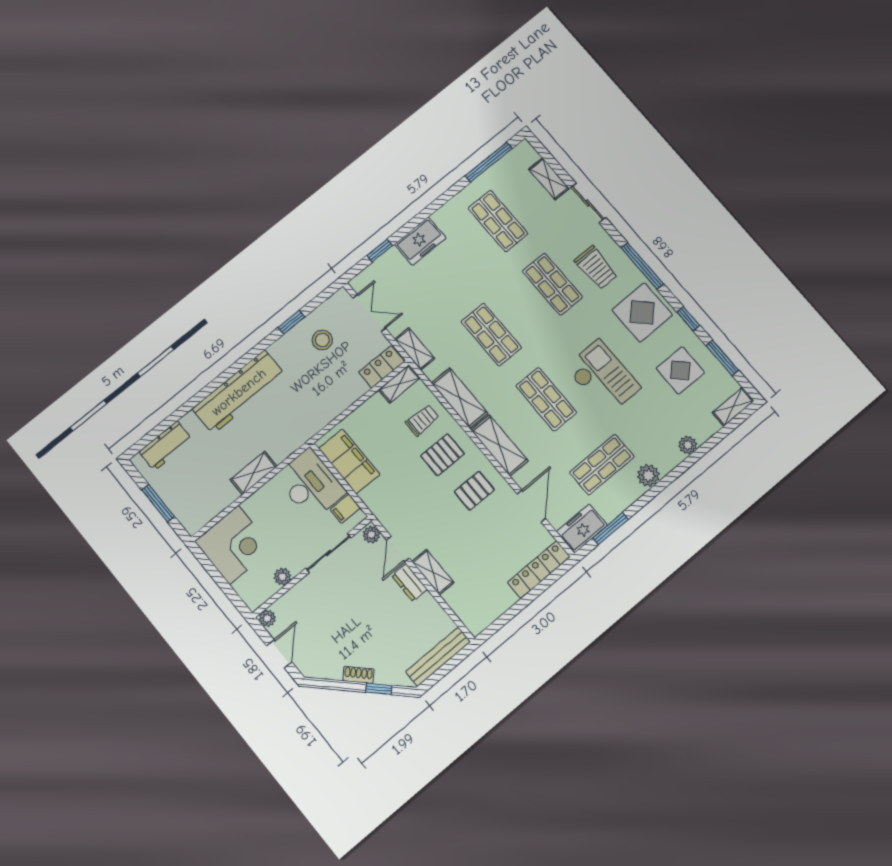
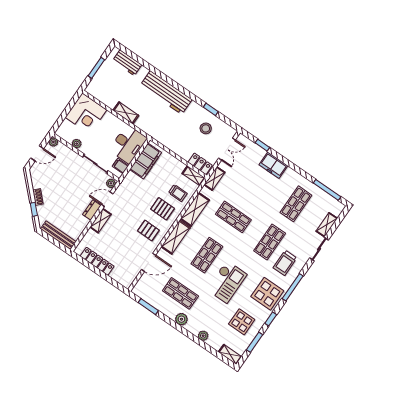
shop shelf: (491, 335) -> (233, 217), turned 90
freezer: (582, 528) -> (144, 292), removed
locker: (539, 569) -> (97, 261), moved

